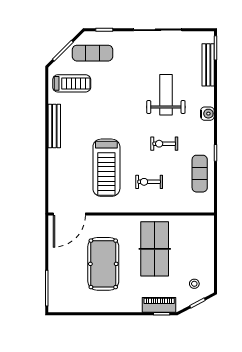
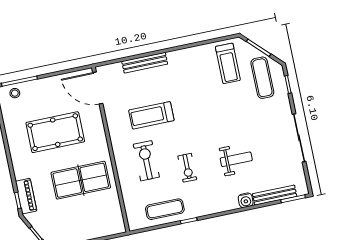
weight bench: (166, 95) -> (236, 159), width x0.73, depth x0.75
water cooler: (207, 114) -> (246, 200), moved
bench: (54, 126) -> (145, 63), moved
exercise bike: (164, 144) -> (187, 168), turned 180
treadmill: (106, 168) -> (151, 115), width x0.73, depth x0.73
exercise bike: (149, 182) -> (146, 161), width x1.38, depth x1.39
stool: (194, 284) -> (15, 93), moved

